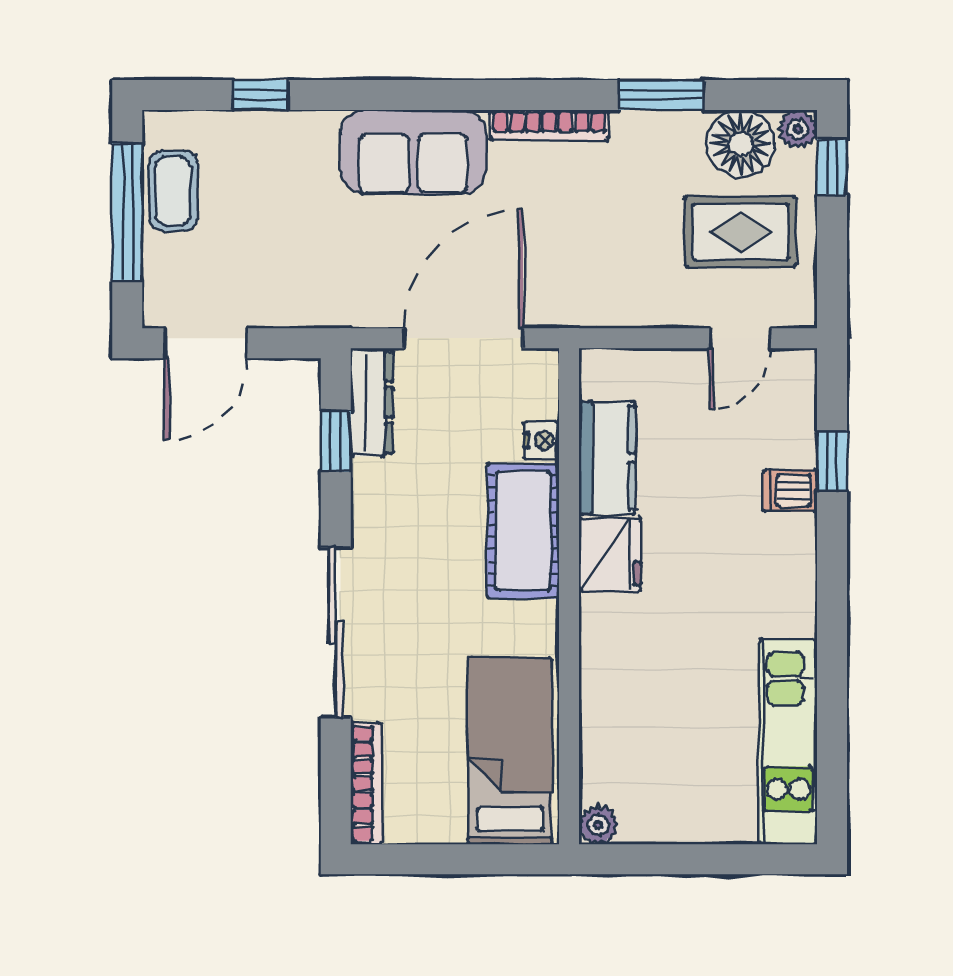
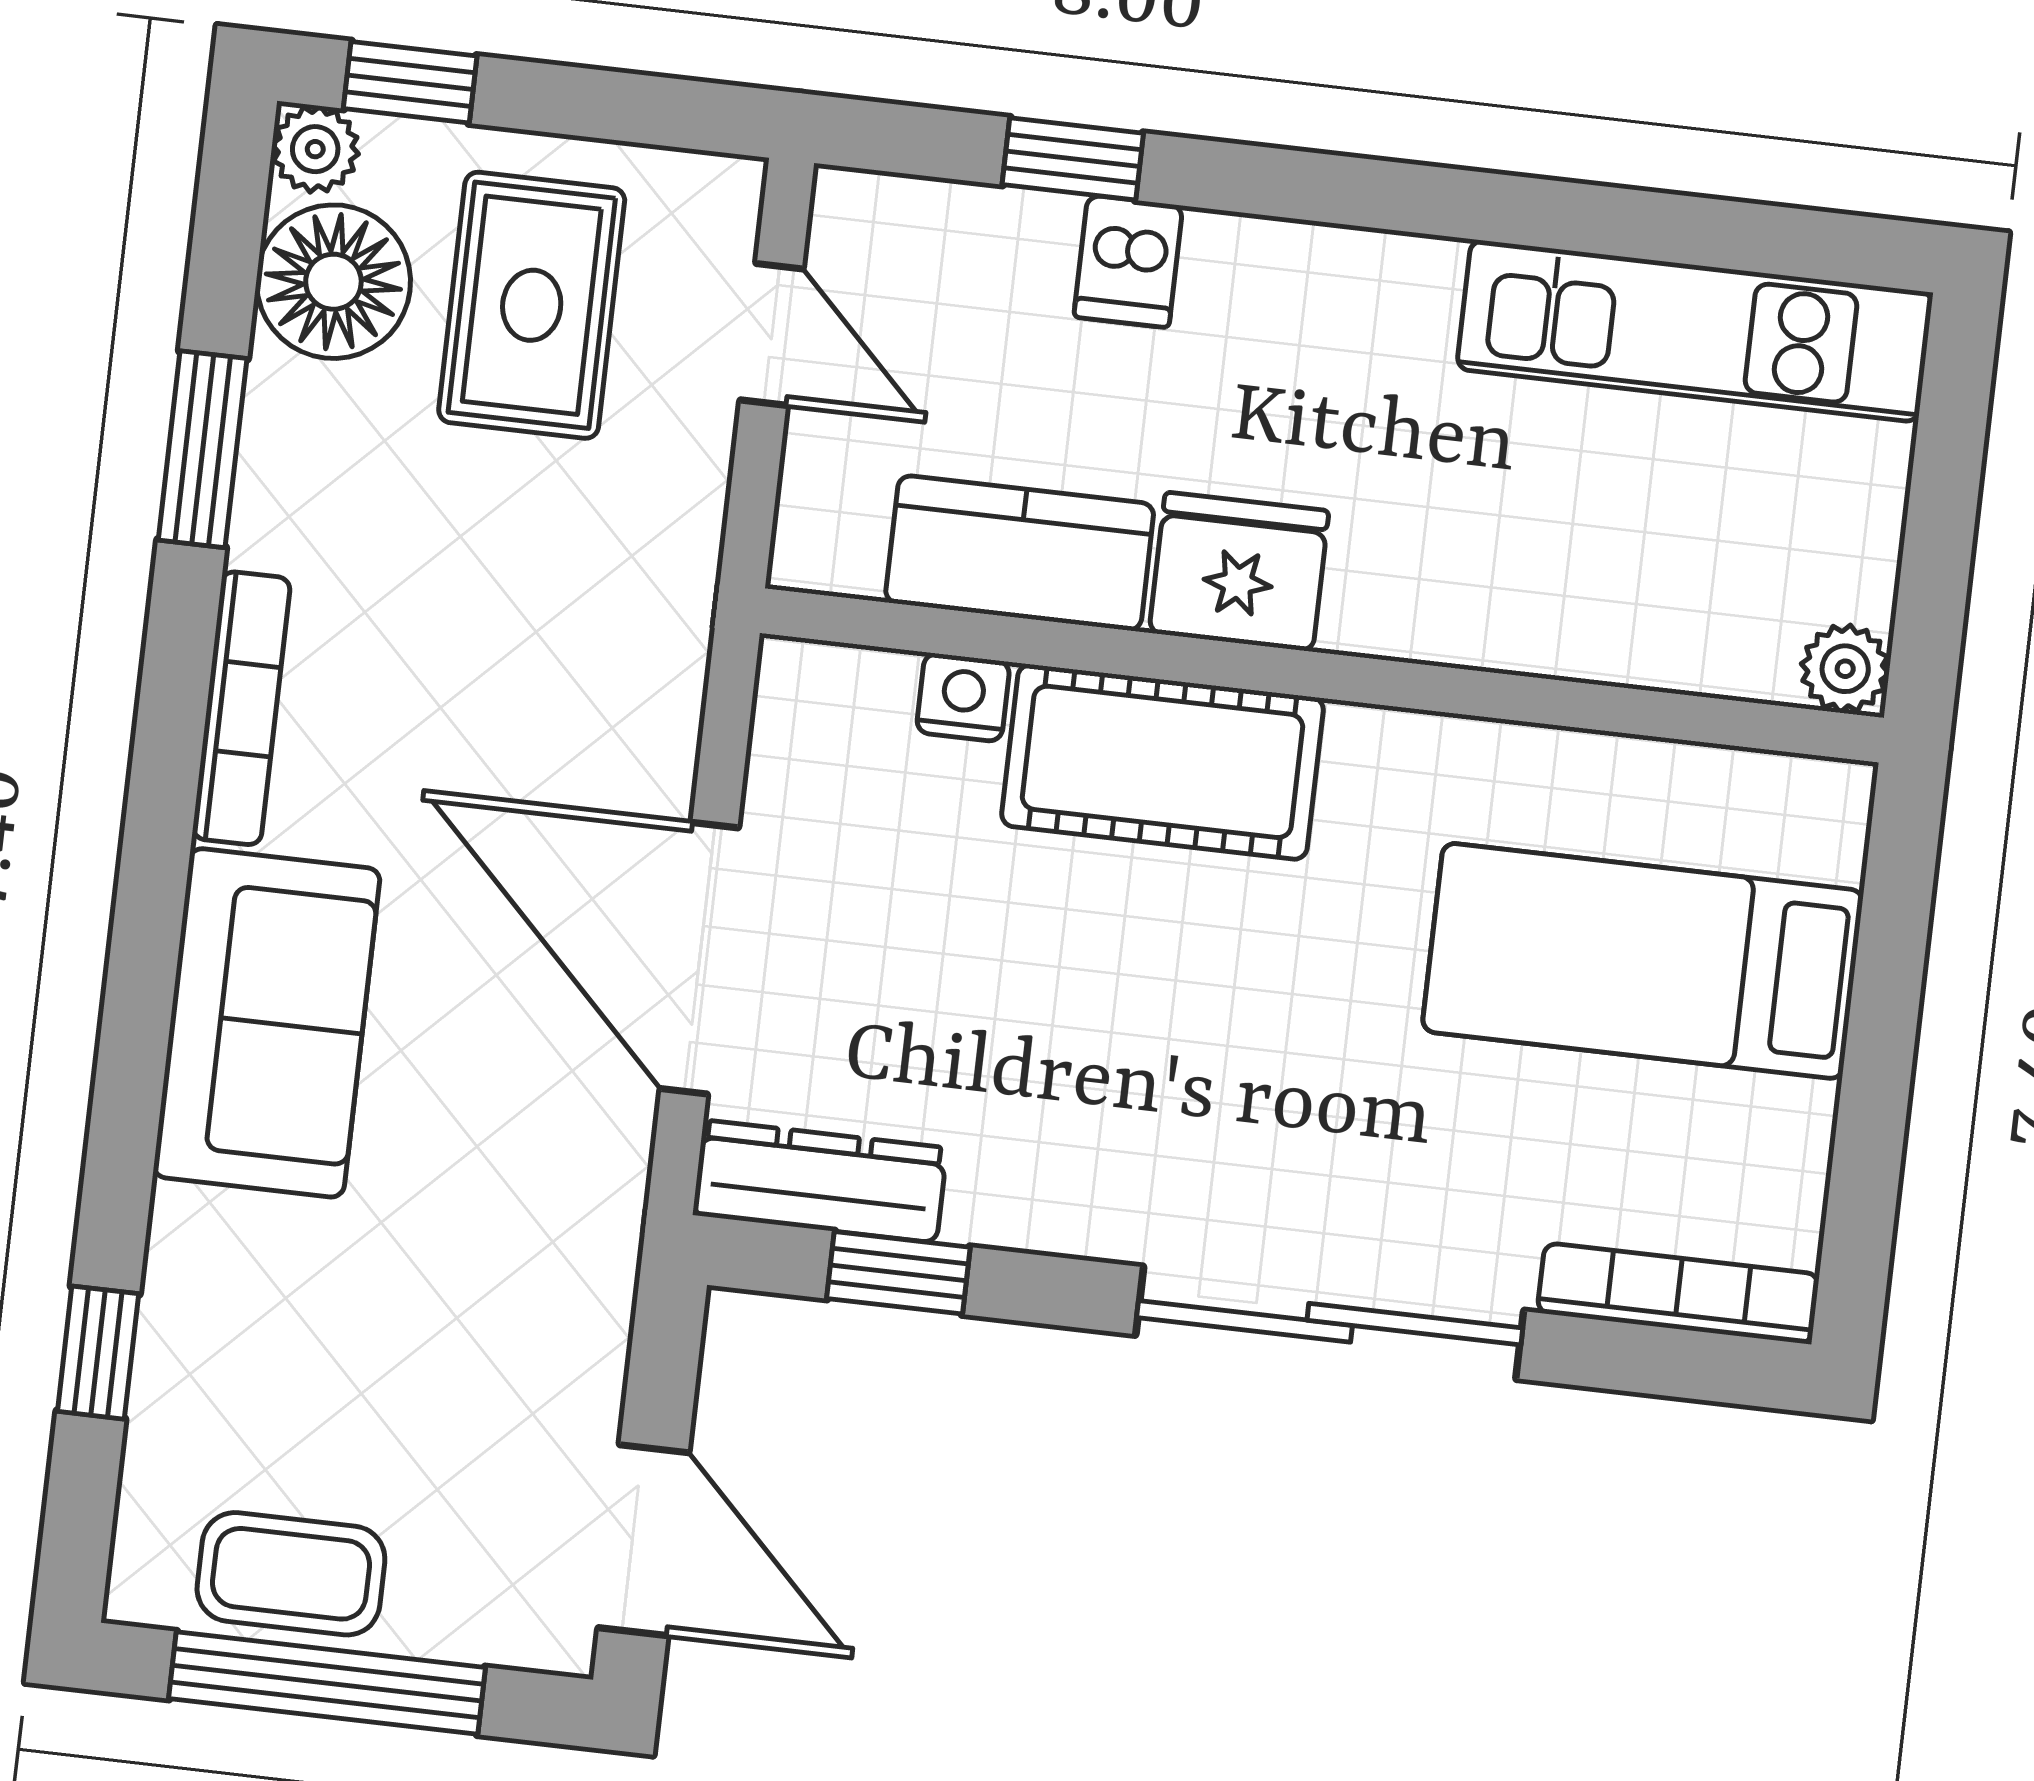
nightstand: (541, 440) -> (963, 697), moved
kitchen counter: (607, 458) -> (1020, 553), moved
cot: (523, 531) -> (1163, 762), moved
fridge: (610, 555) -> (1239, 572), moved
wall: (569, 596) -> (1322, 675), moved
plant: (598, 825) -> (1845, 669), moved

